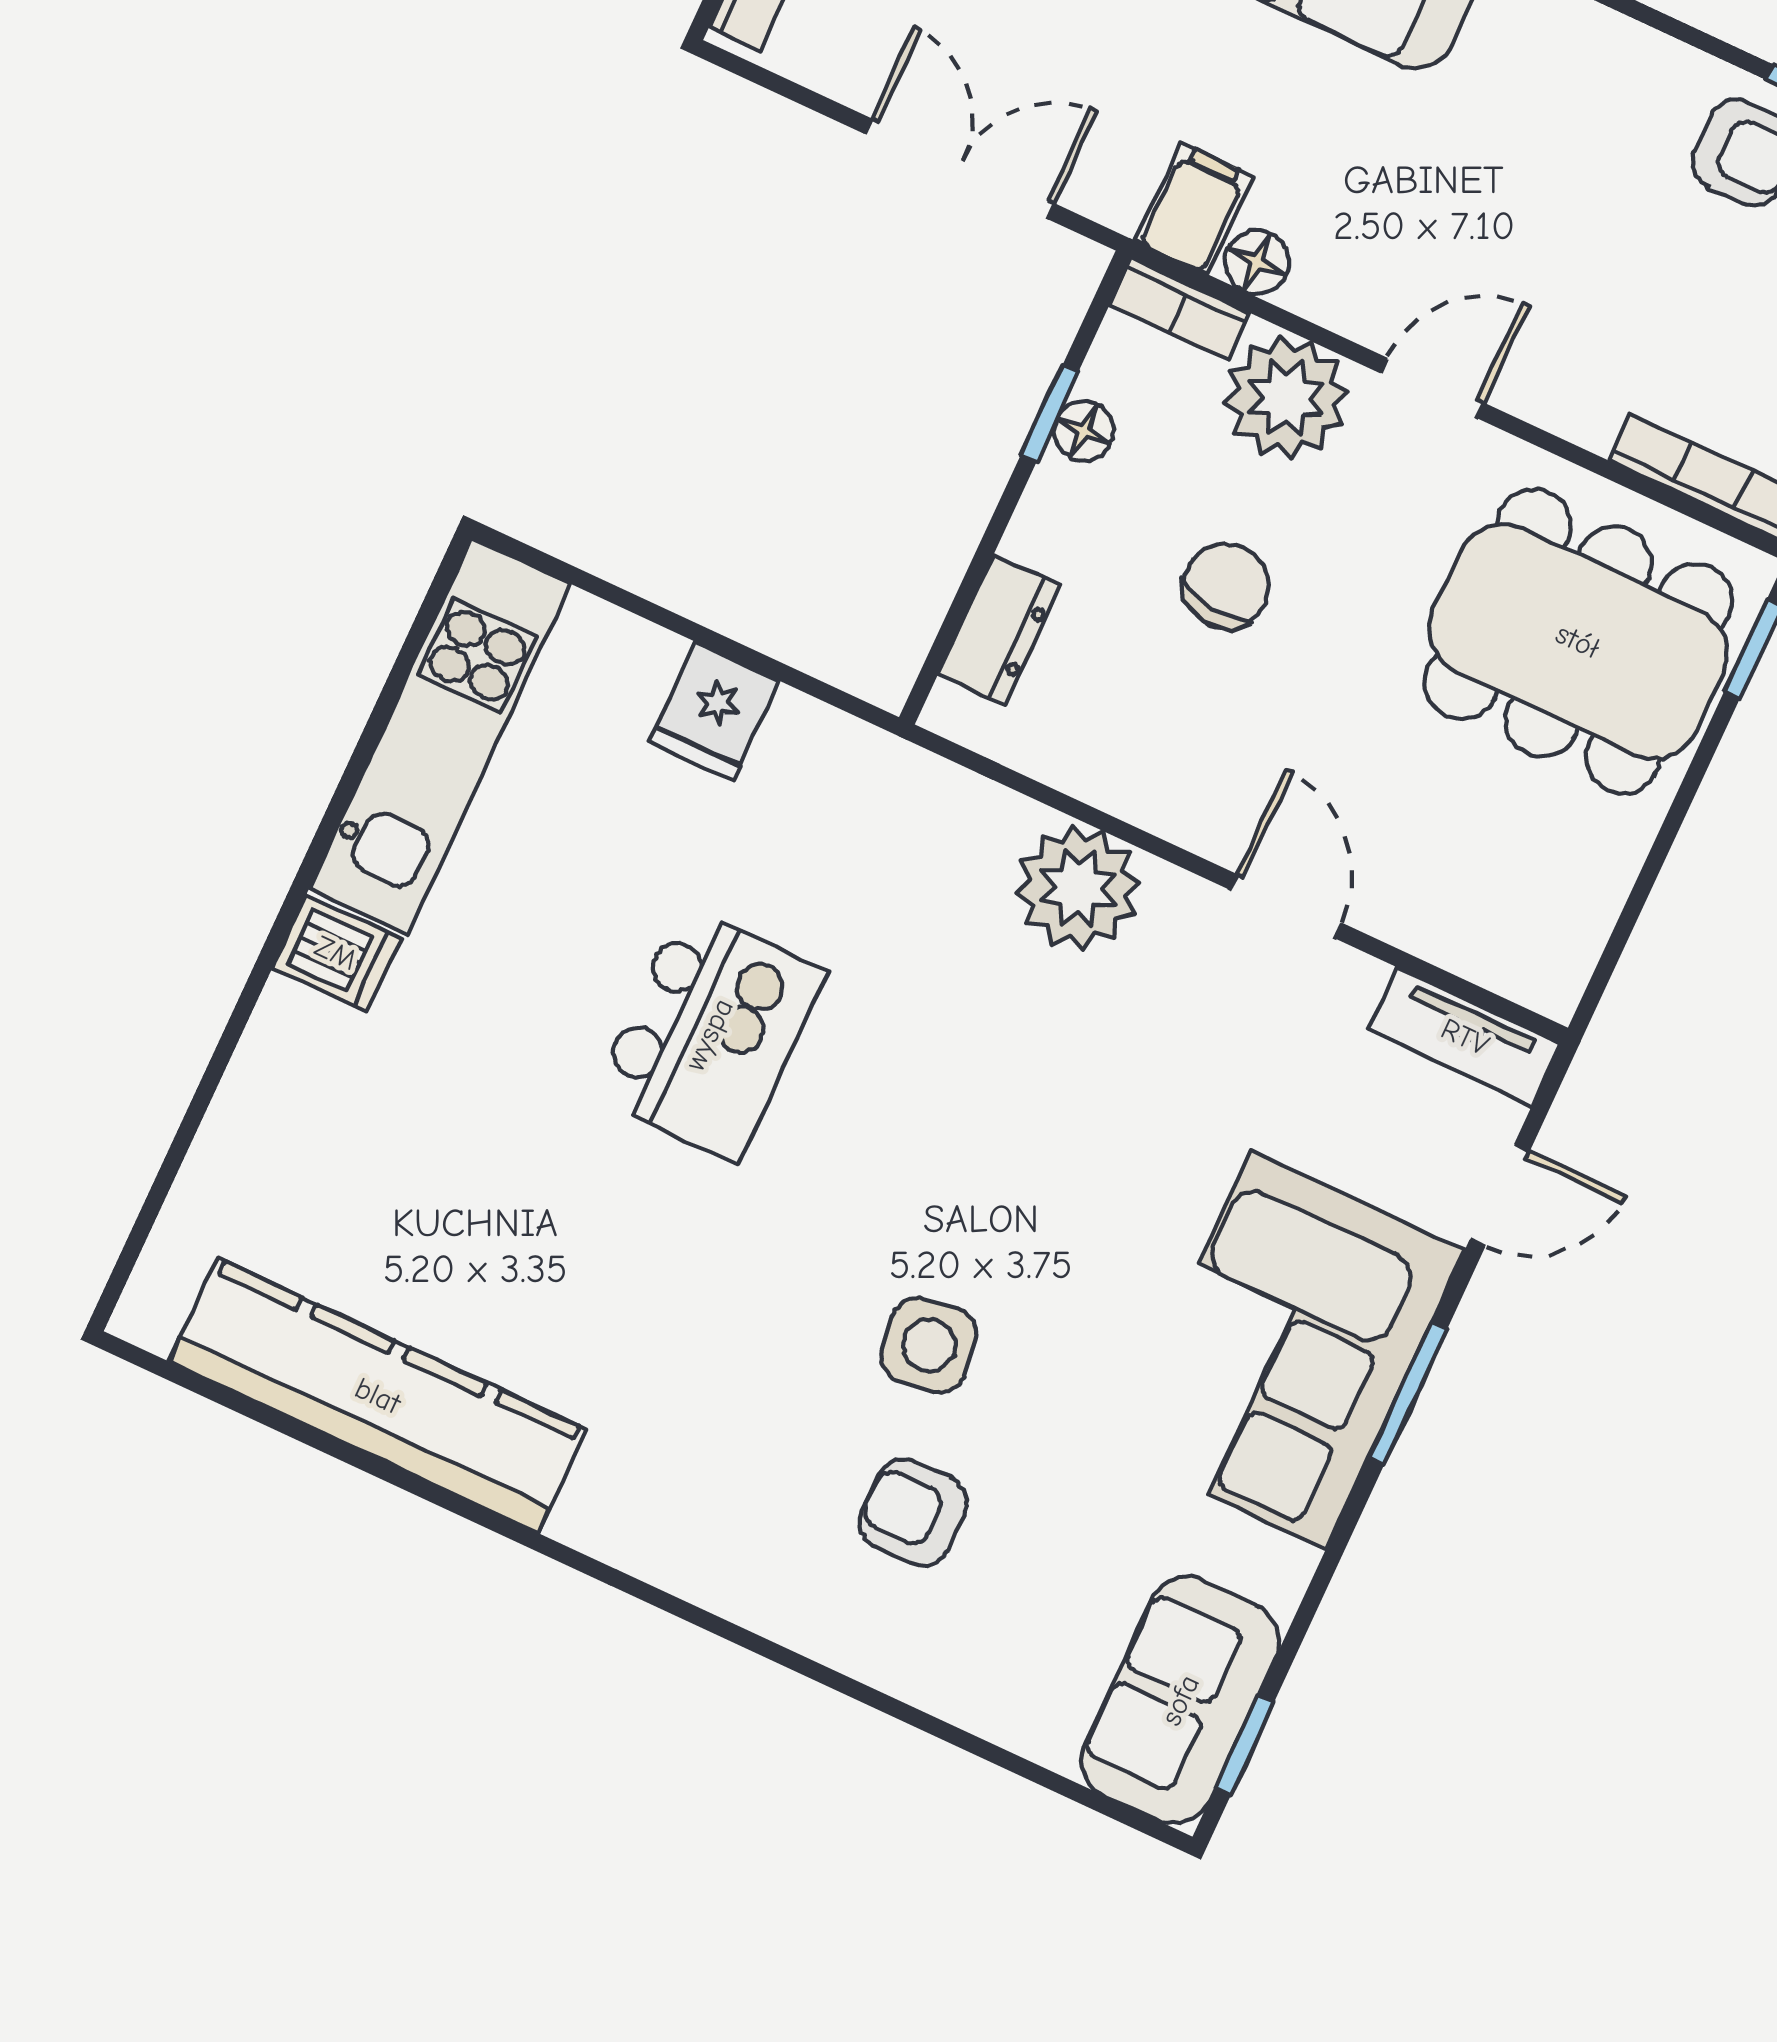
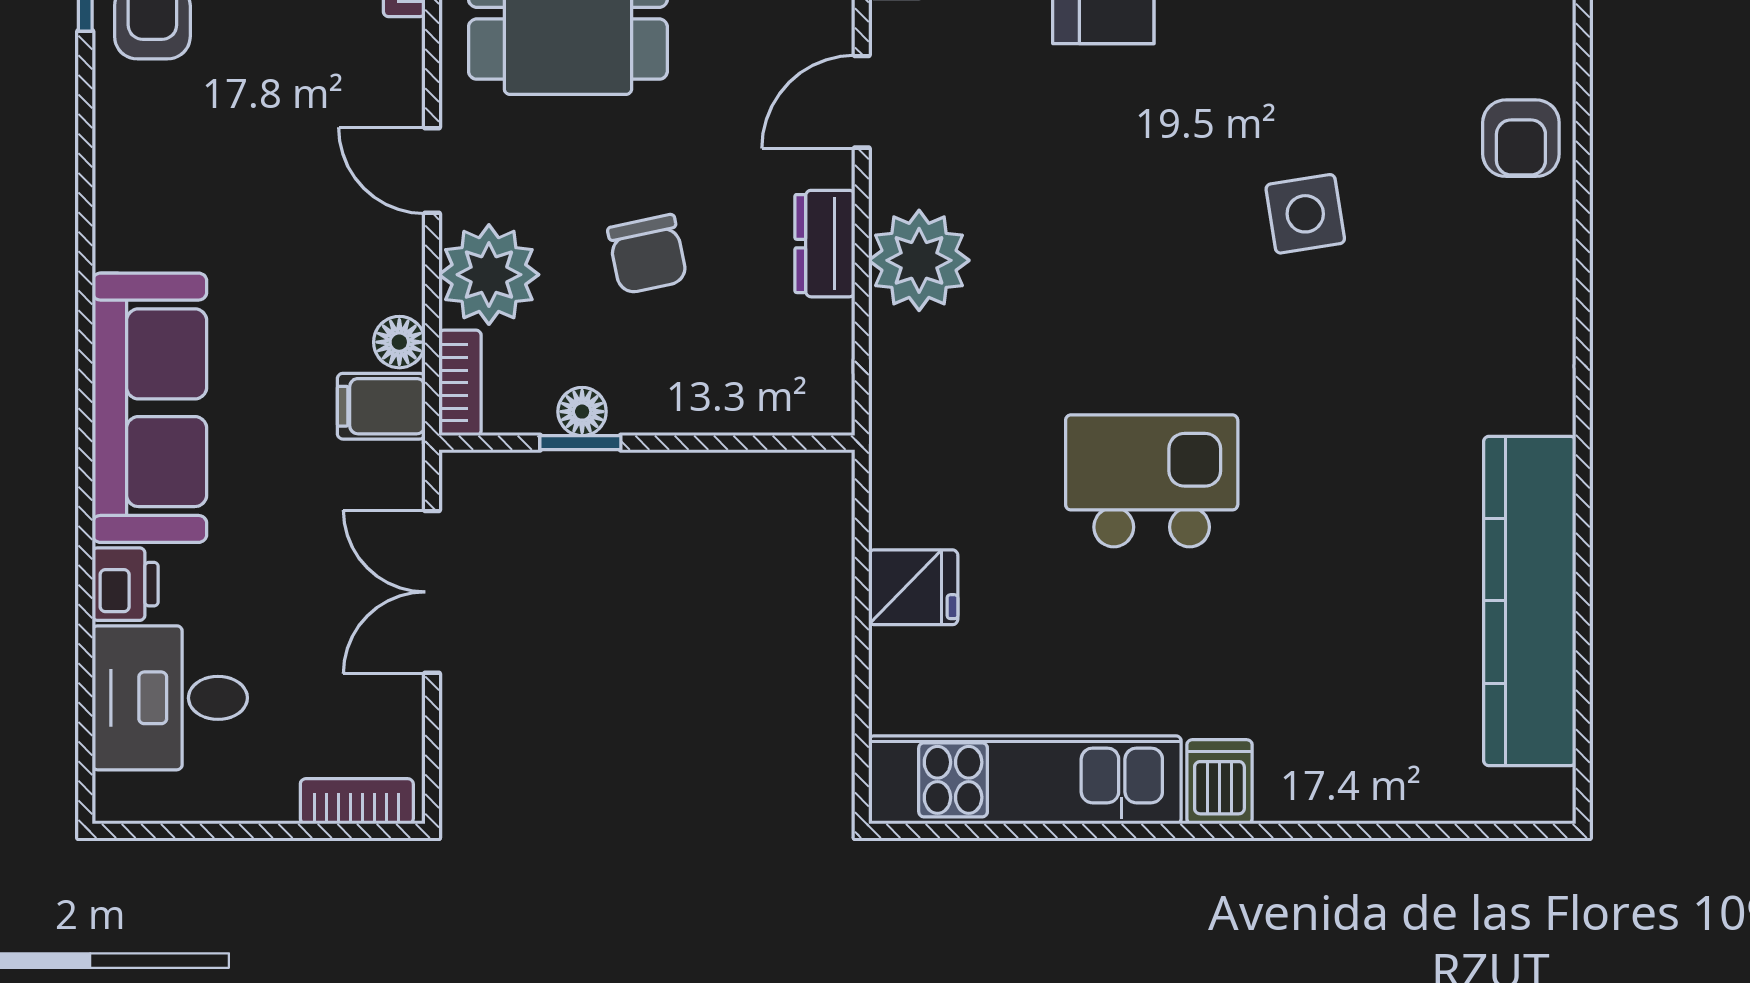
chair: (1226, 586) -> (647, 254), turned -110
dresser: (999, 630) -> (825, 244), moved, turned -90
armchair: (913, 1513) -> (1521, 138), moved

